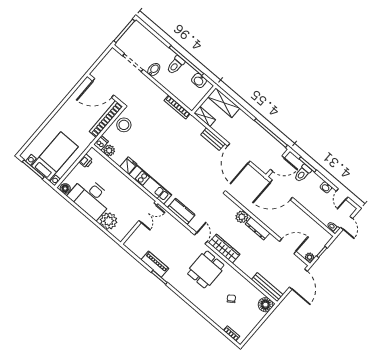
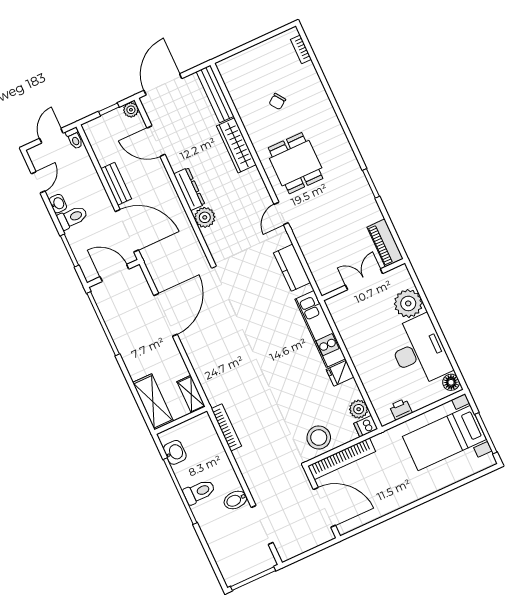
bench: (213, 139) -> (116, 184), moved
toilet: (303, 173) -> (72, 217), moved
double door: (148, 213) -> (364, 279), moved
wardrobe: (224, 249) -> (236, 145), moved
piano: (155, 264) -> (385, 243), moved
dining table: (206, 269) -> (296, 163), turned 90
floor lamp: (265, 305) -> (230, 69), removed

